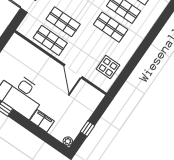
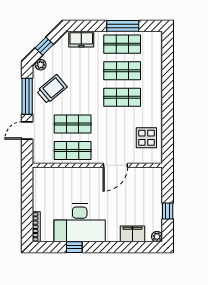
door: (73, 71) -> (115, 165), hinge flipped
filing cabinet: (42, 121) -> (132, 234), moved

